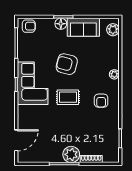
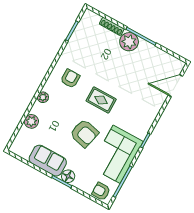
plant: (113, 30) -> (31, 121), moved
corner sofa: (33, 83) -> (117, 154), moved

